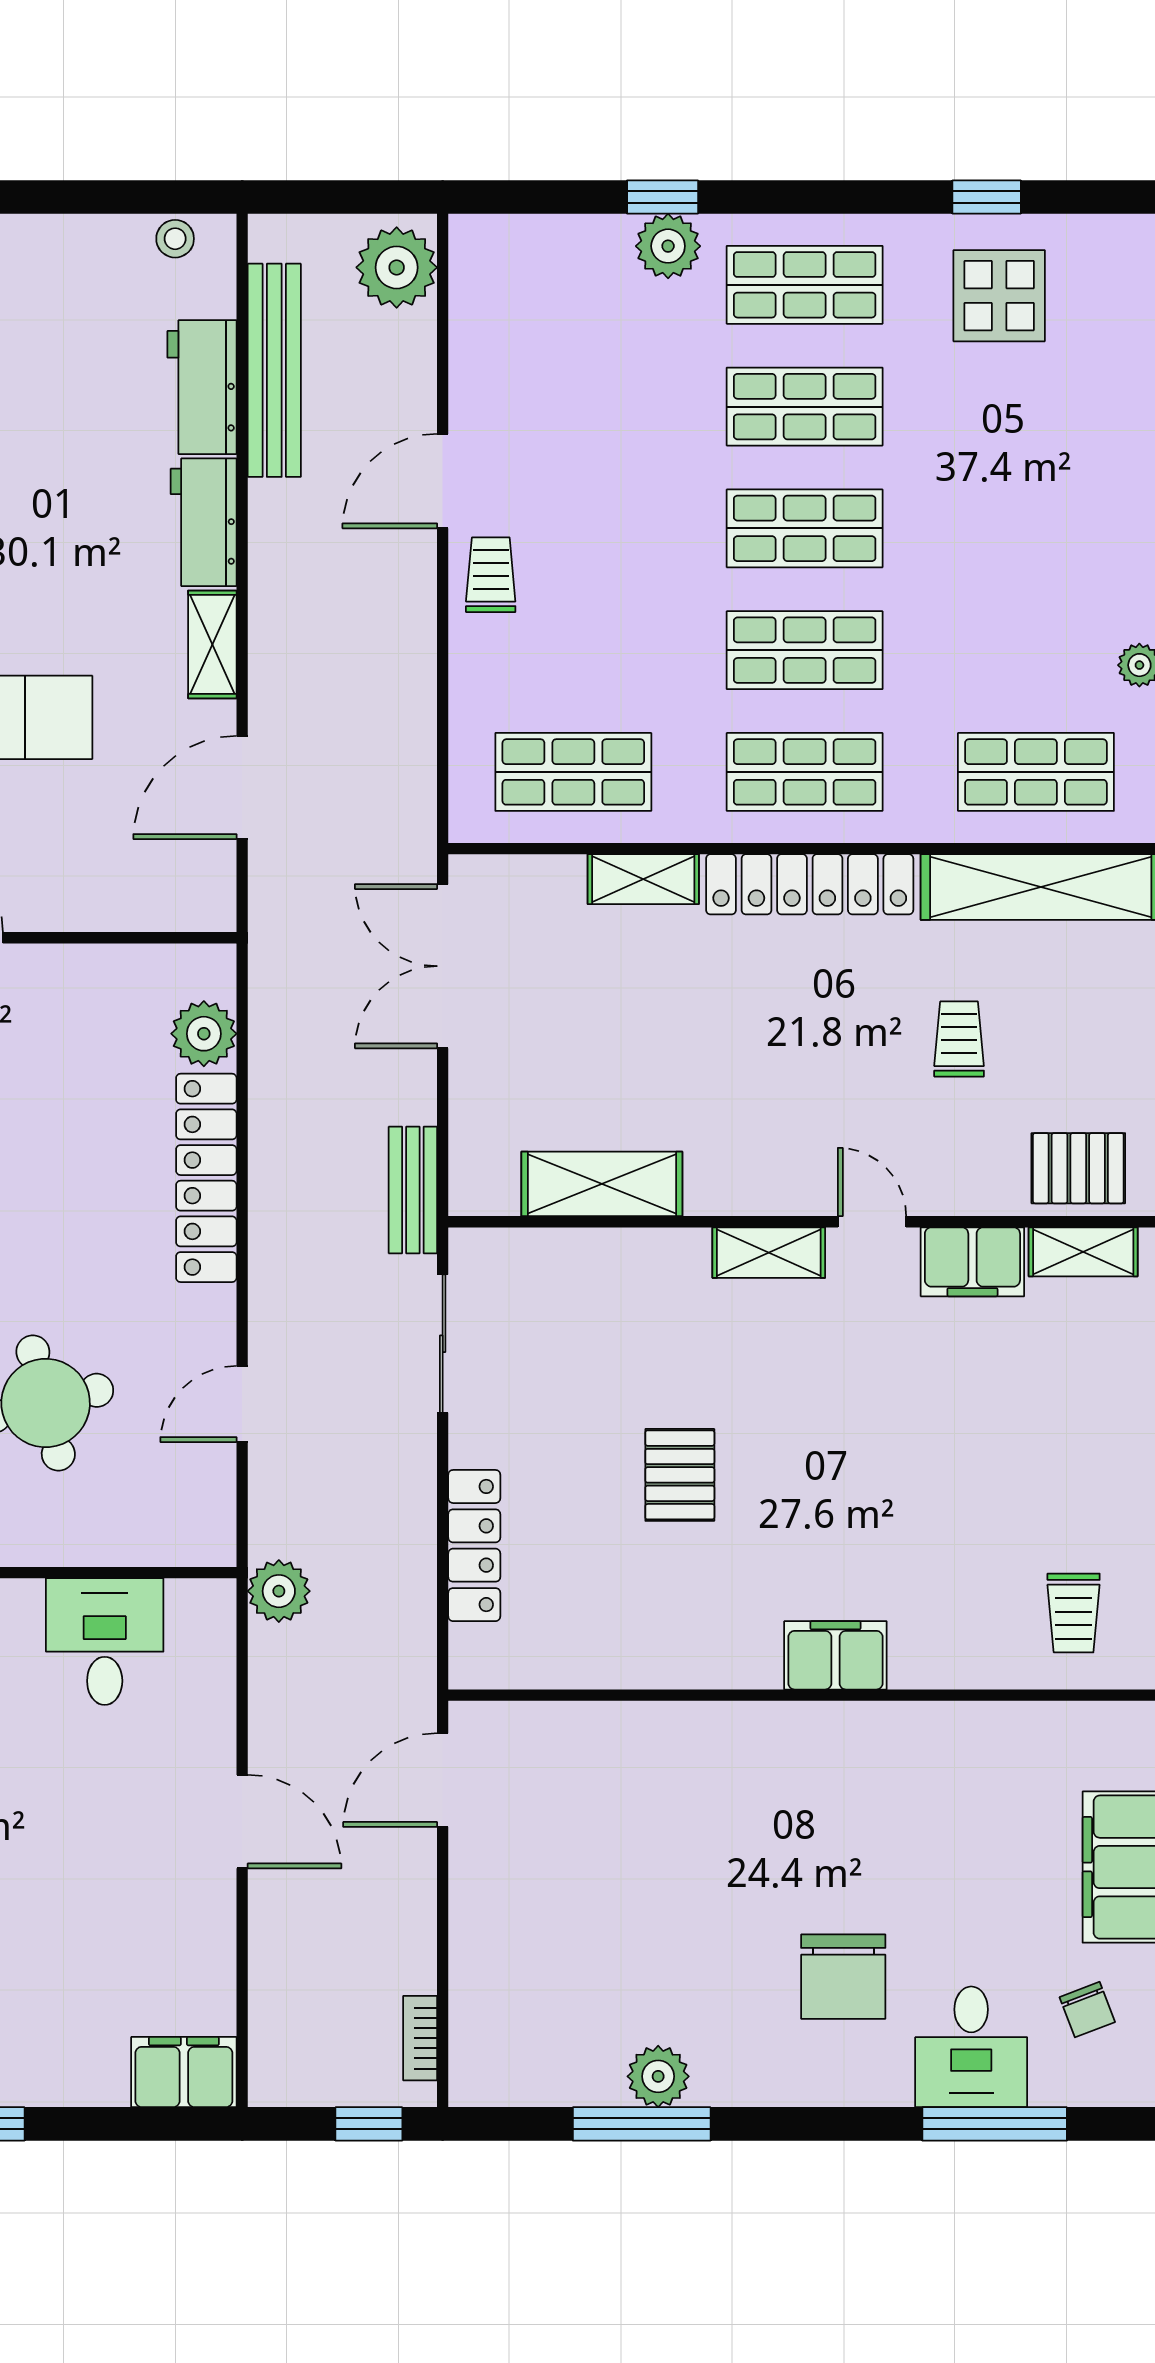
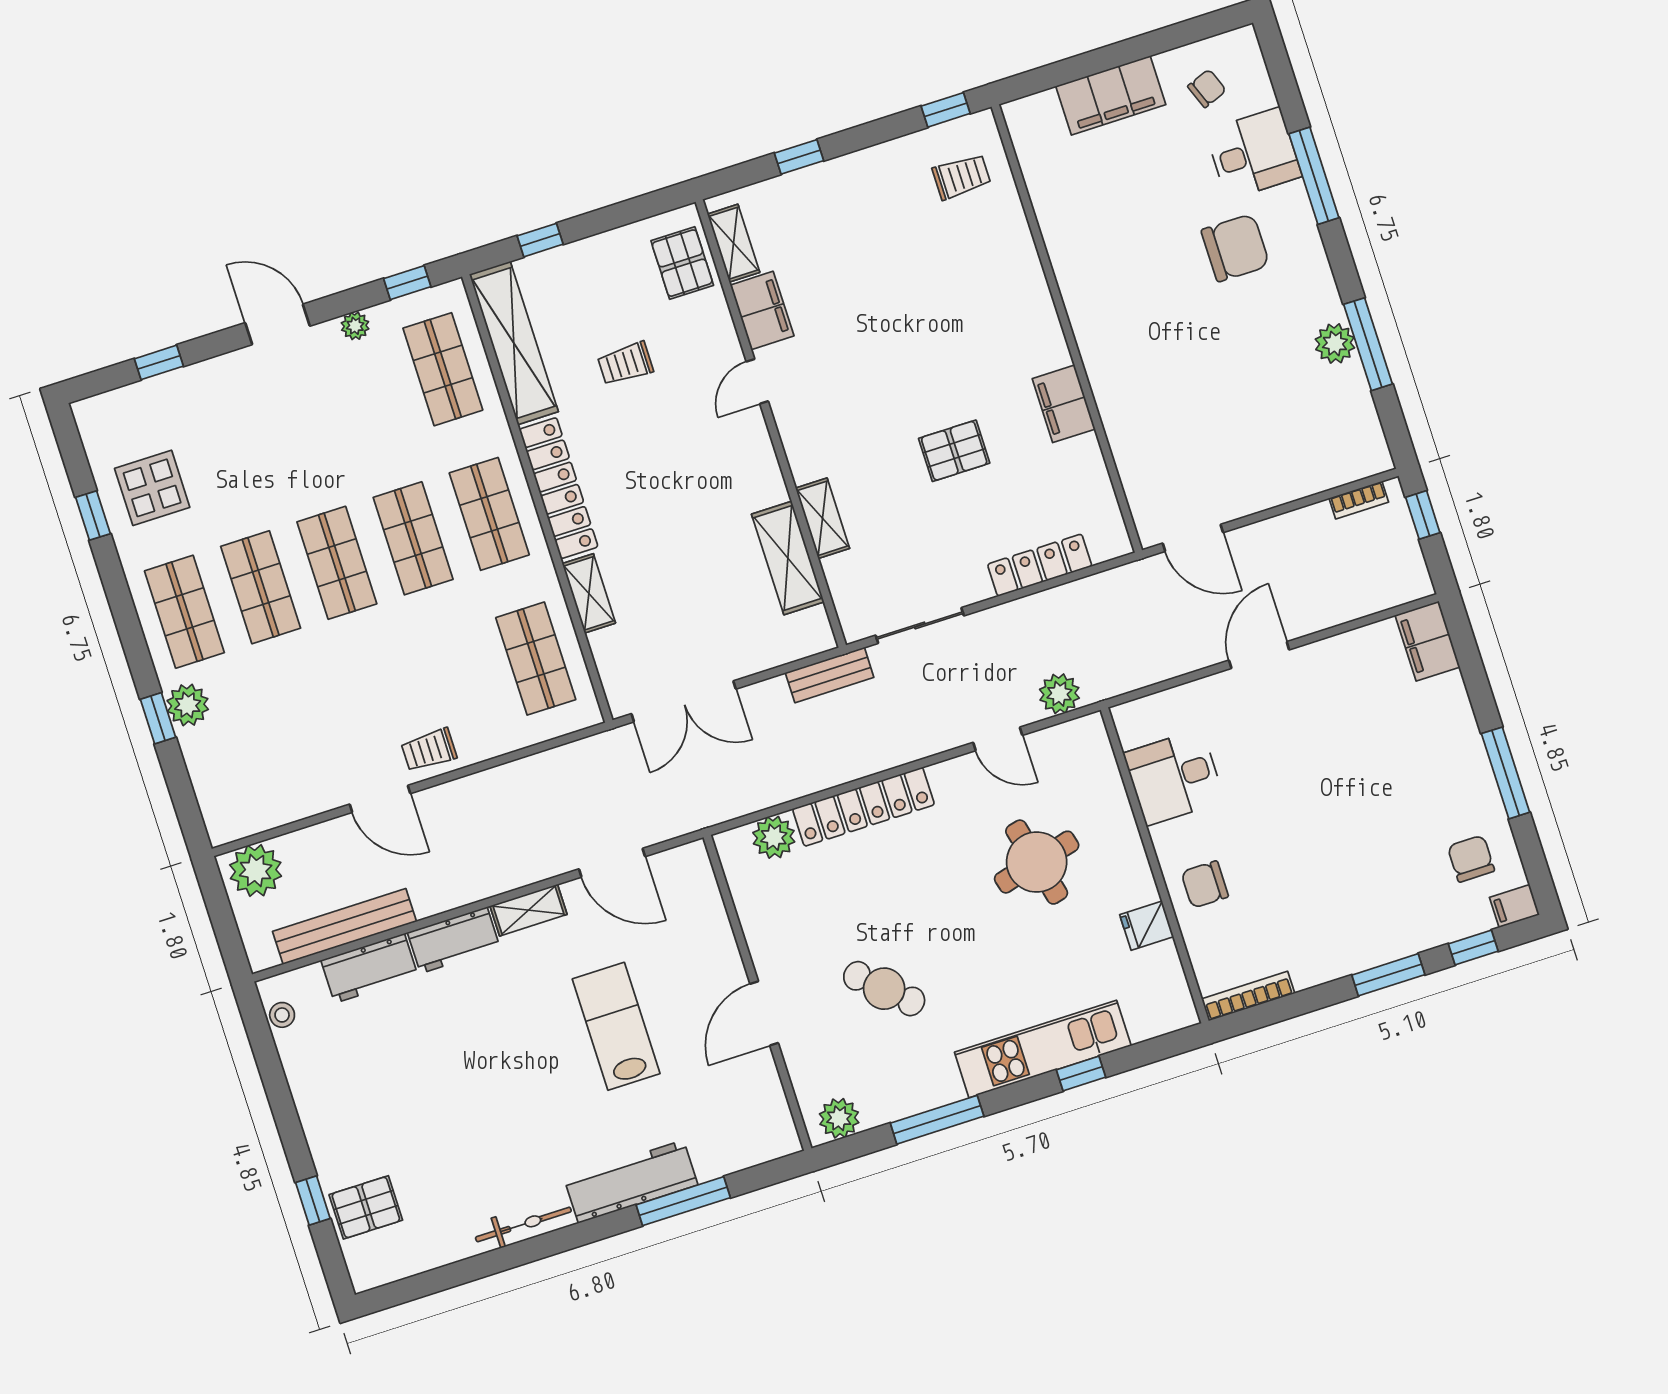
shelving: (769, 1253) -> (822, 518), moved
plant: (279, 1591) -> (1059, 694), moved
filing cabinet: (835, 1655) -> (1064, 404), moved
window: (995, 2124) -> (1314, 176), moved

